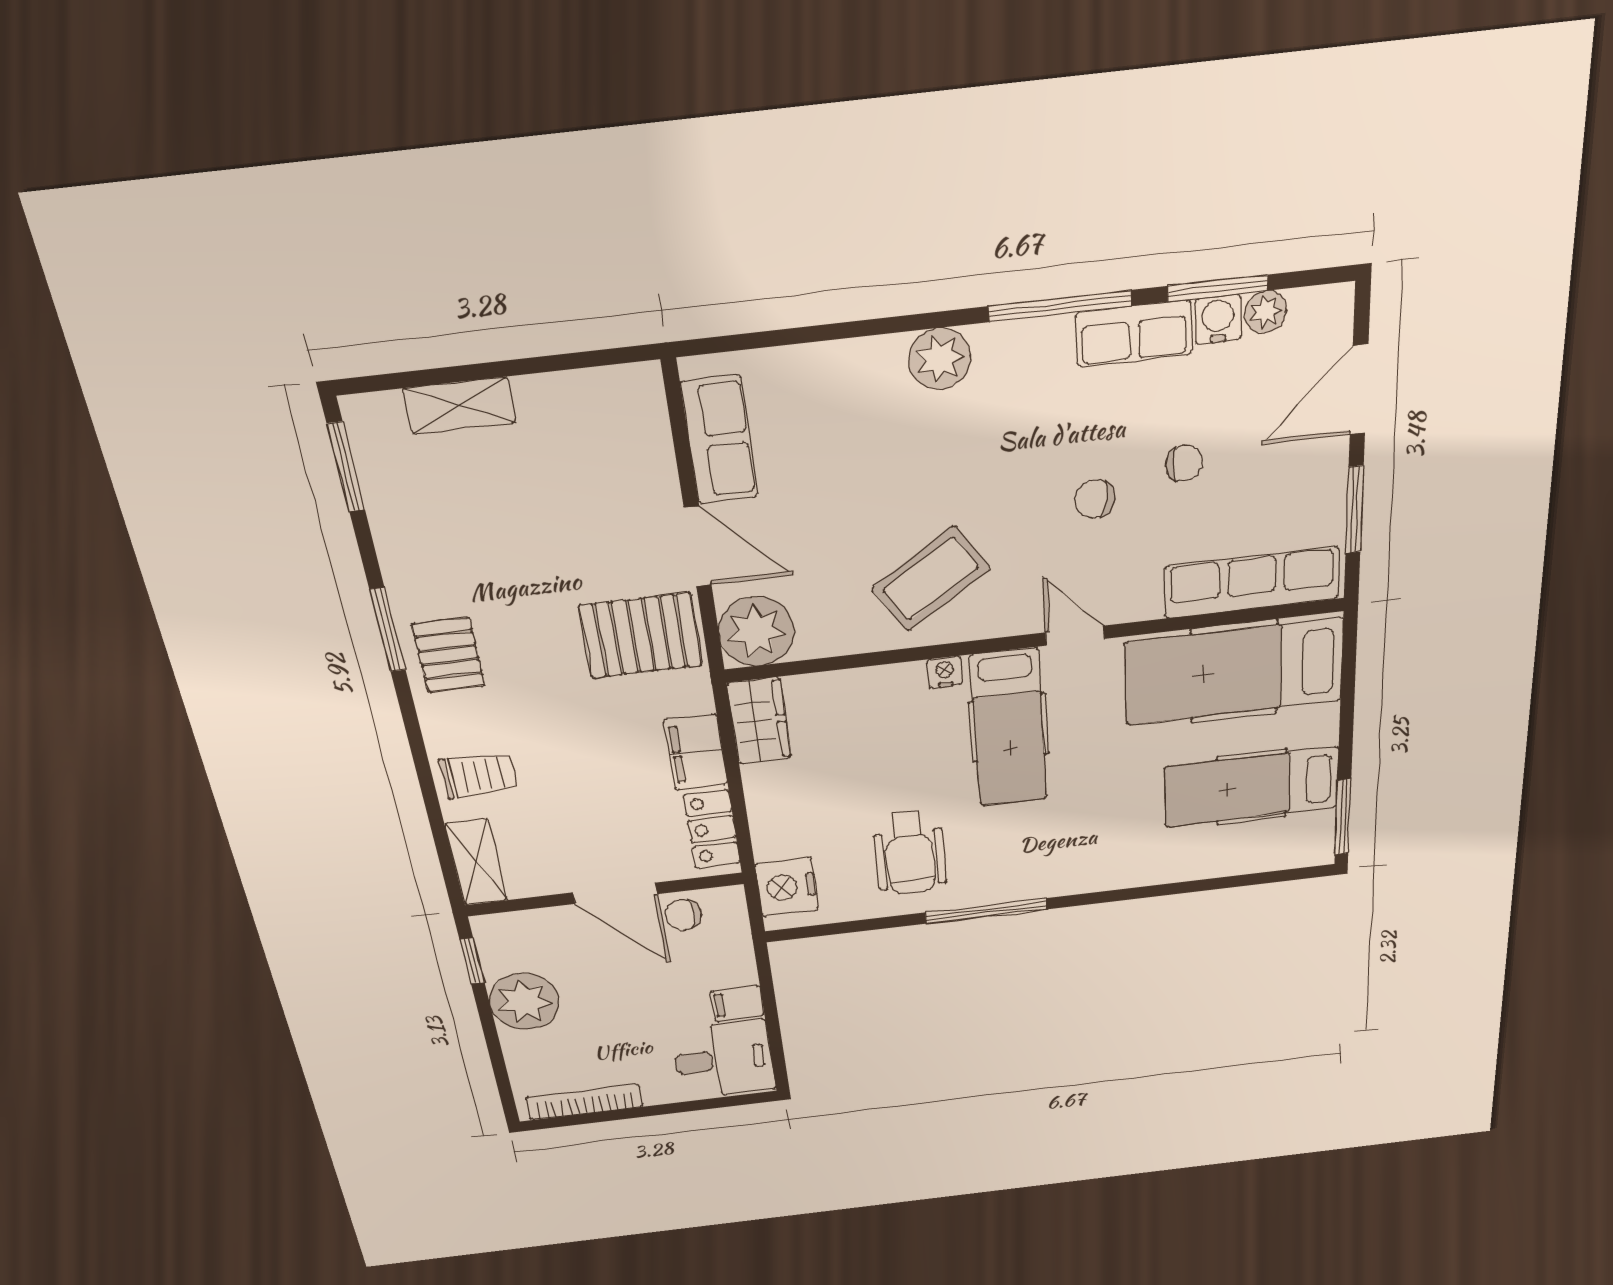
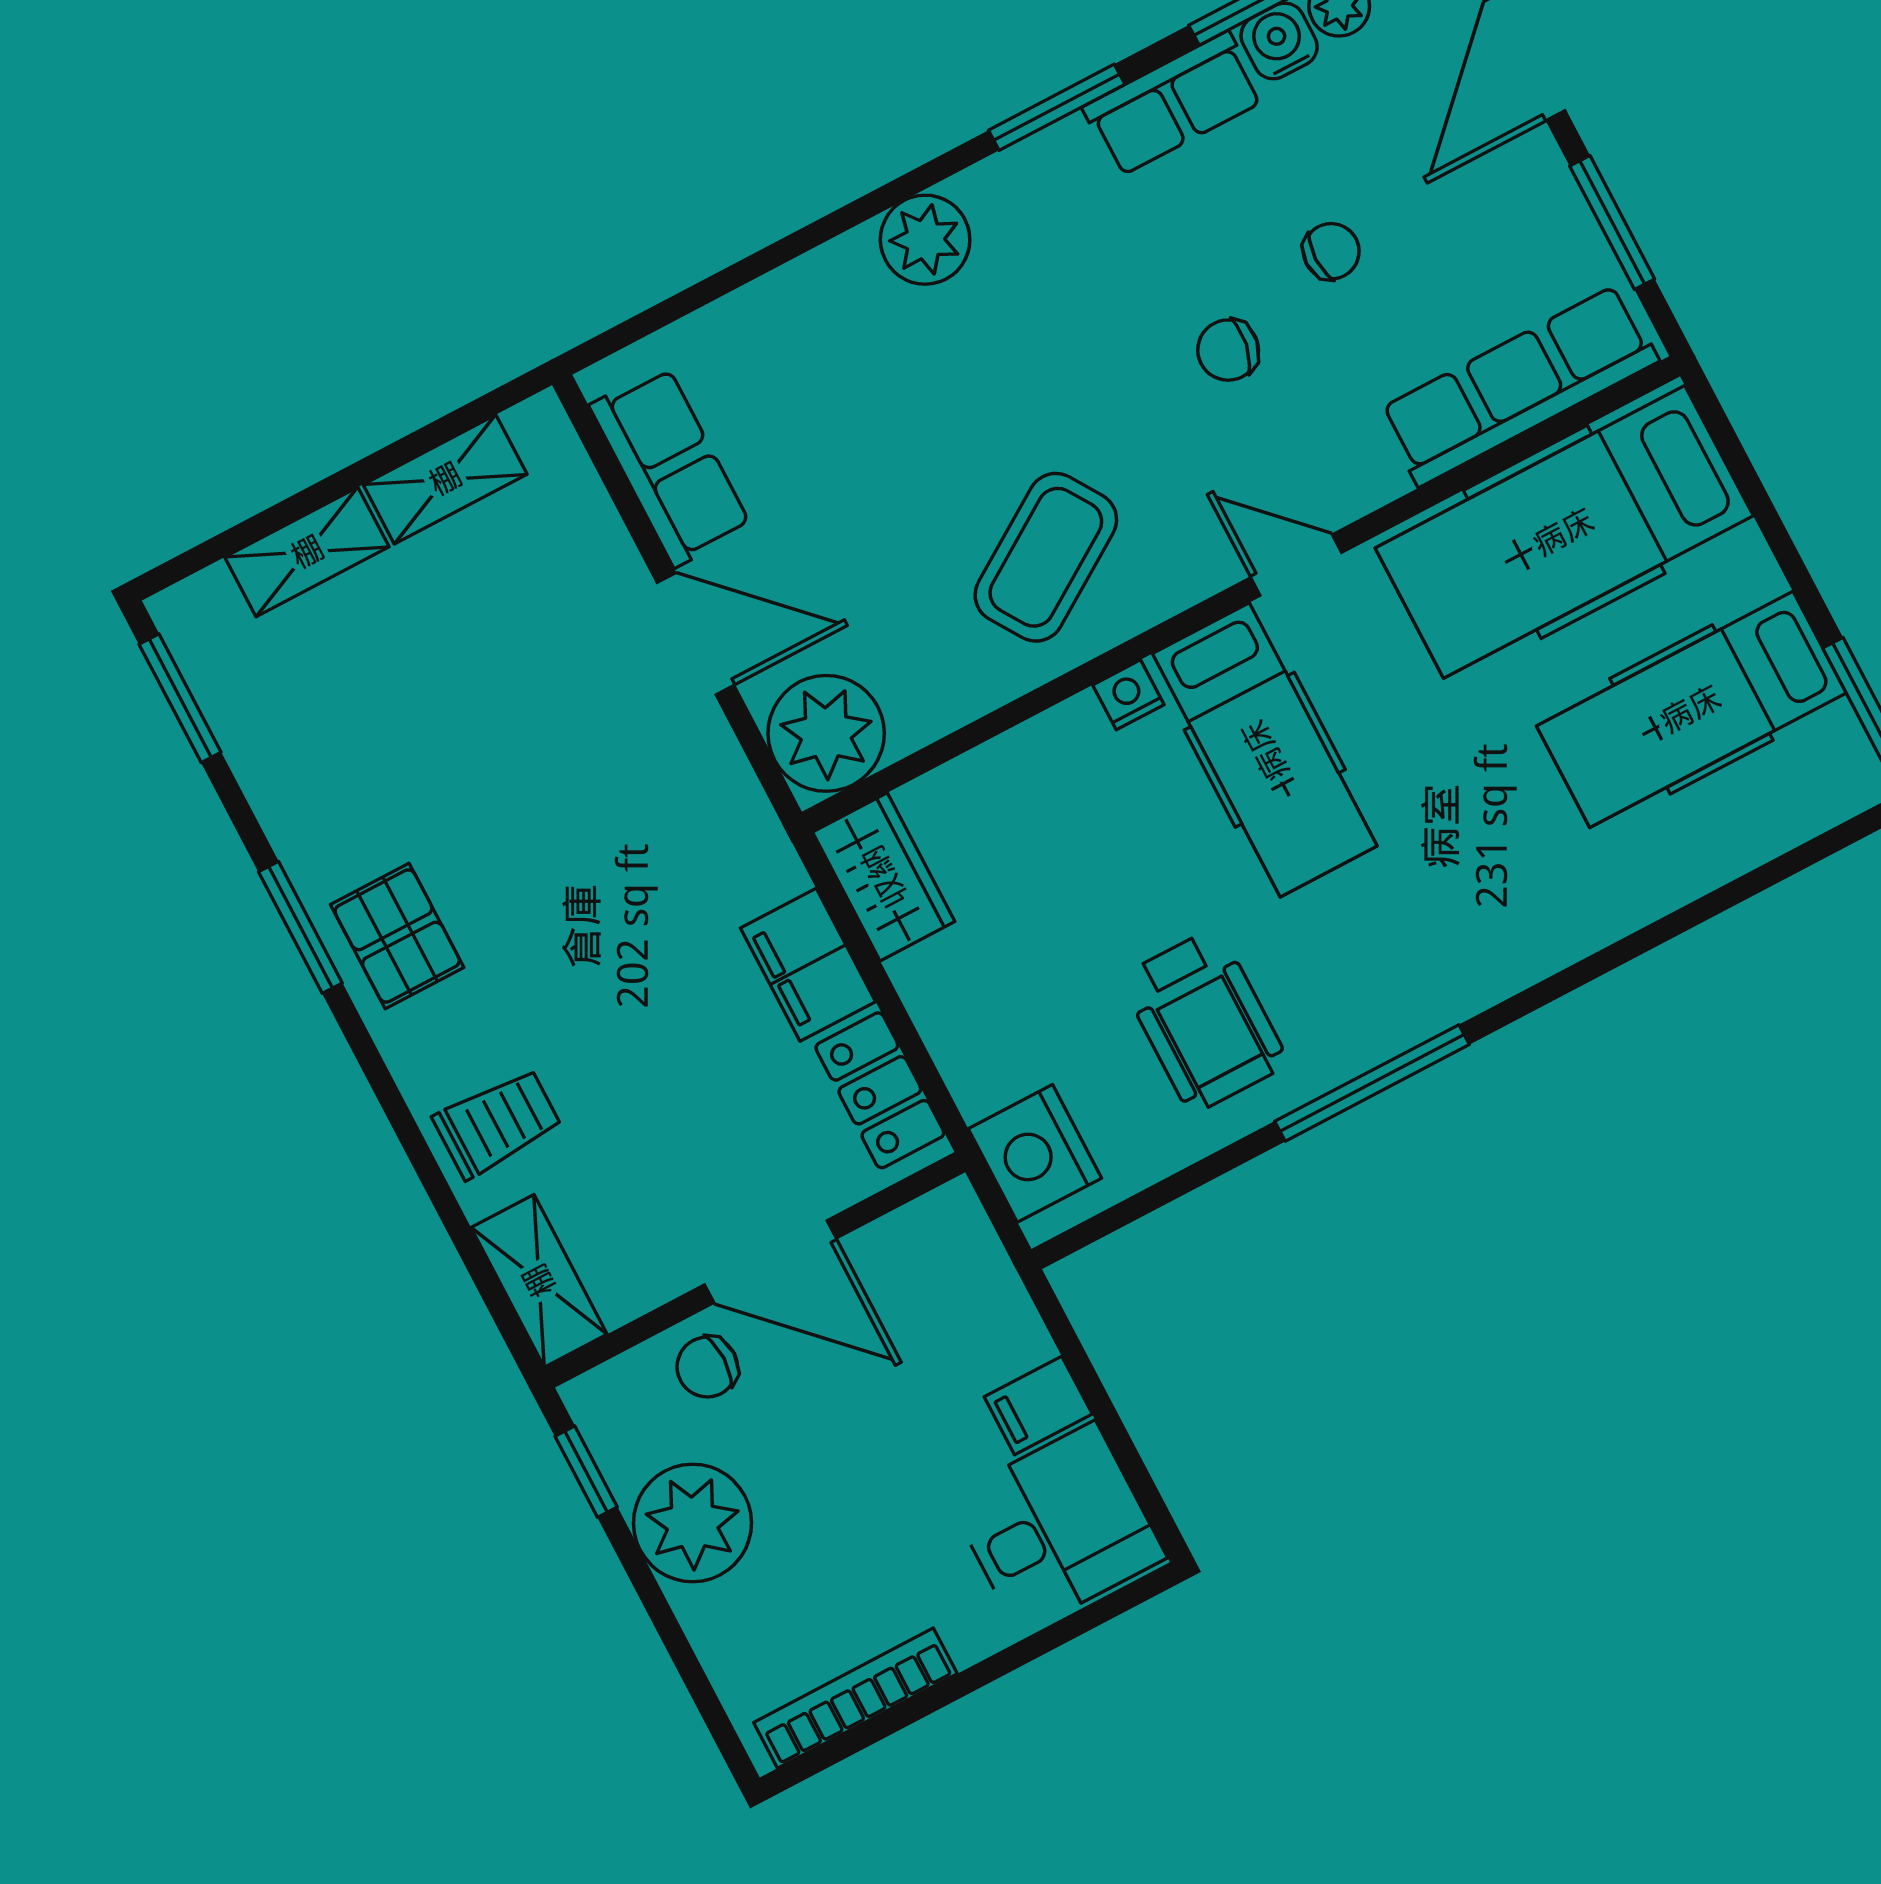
window: (1060, 306) -> (1057, 107), width x0.69
shelving: (568, 393) -> (445, 479), added
pallet: (641, 636) -> (662, 802), removed
chair: (683, 915) -> (707, 1367), moved

